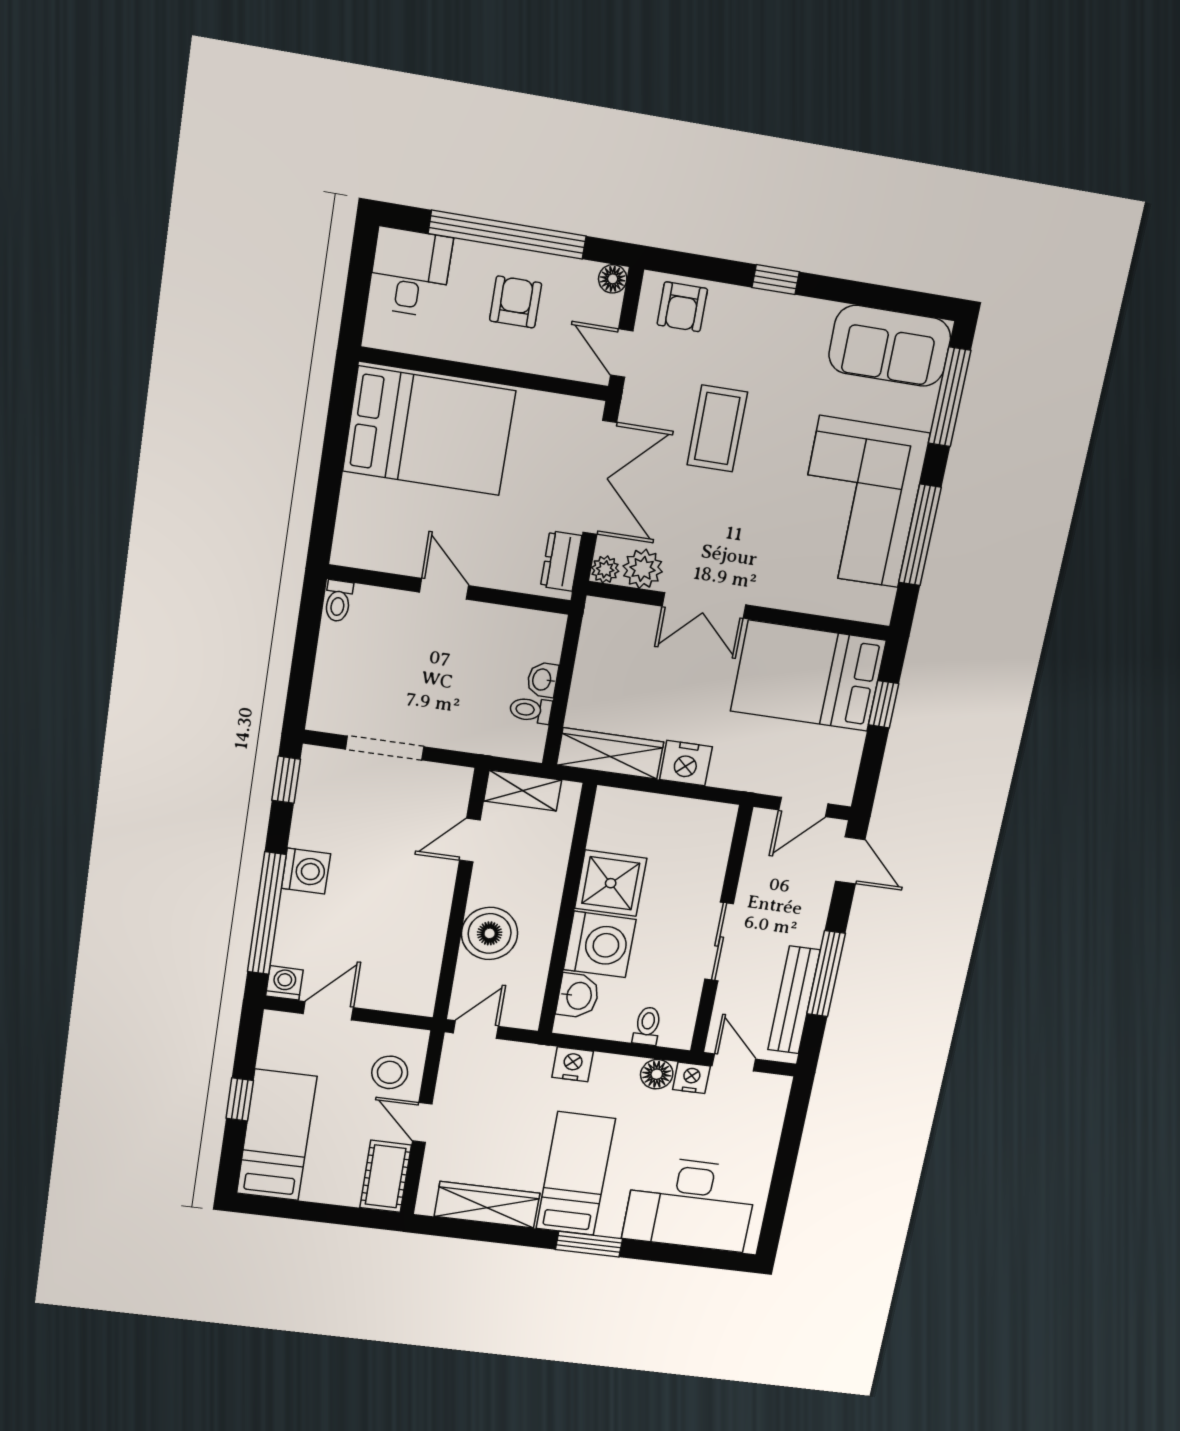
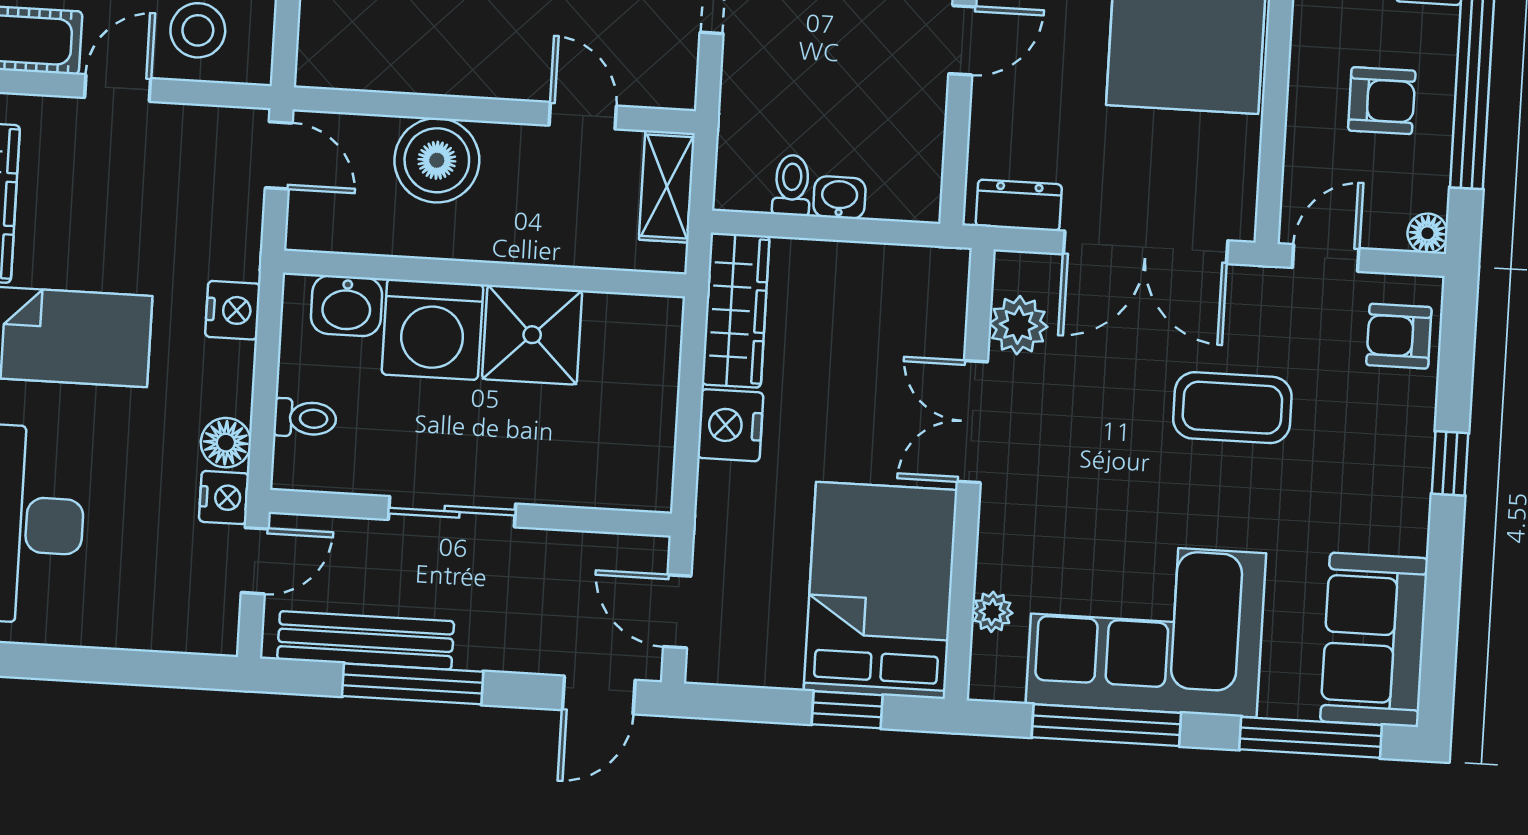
plant: (605, 569) -> (992, 612), moved

